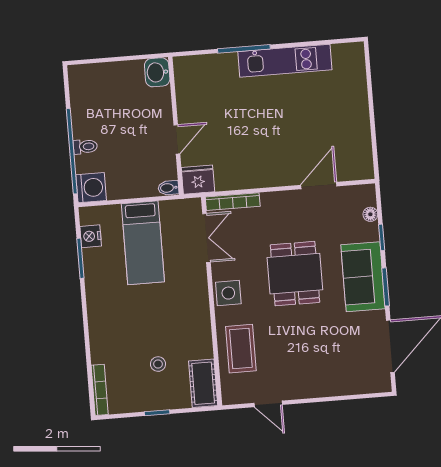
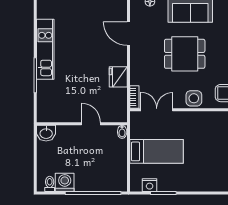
toilet: (85, 147) -> (50, 184), moved
fridge: (198, 180) -> (118, 77), moved
washing machine: (91, 188) -> (65, 182), moved
bookcase: (233, 202) -> (134, 97), width x0.64

